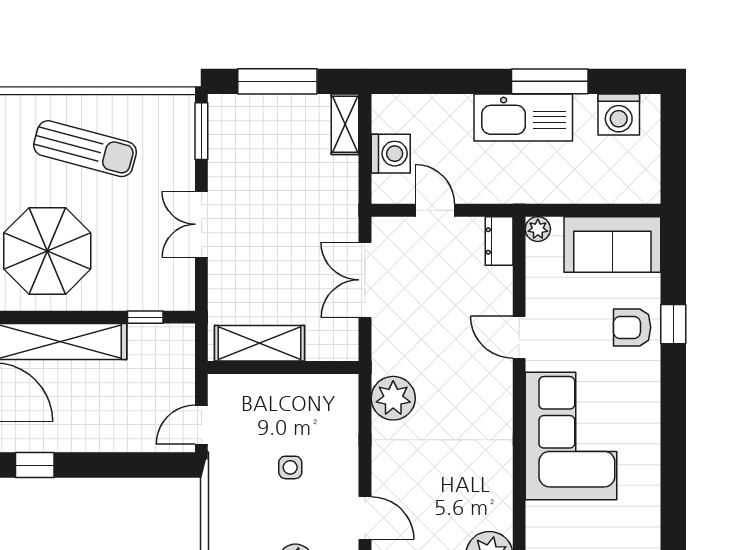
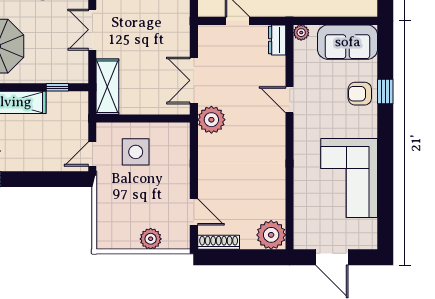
double door: (365, 280) -> (194, 80), moved
shelving: (260, 343) -> (107, 87), moved, turned 90
plant: (393, 398) -> (211, 120), moved
corner sofa: (571, 436) -> (349, 178), moved, turned 180
side table: (290, 467) -> (136, 152), moved, width x1.87, depth x1.87

